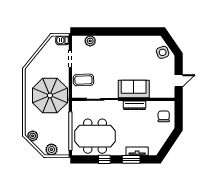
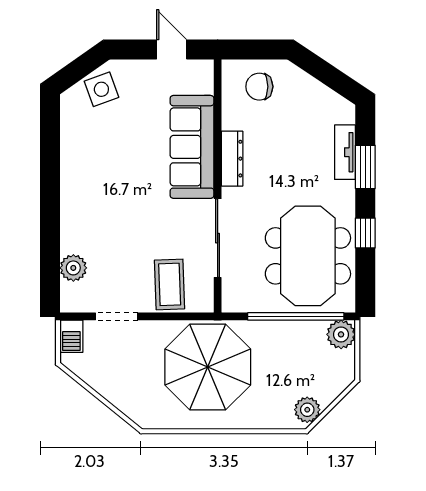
sofa: (134, 89) -> (192, 147), width x1.36
plant: (51, 150) -> (341, 334), moved

